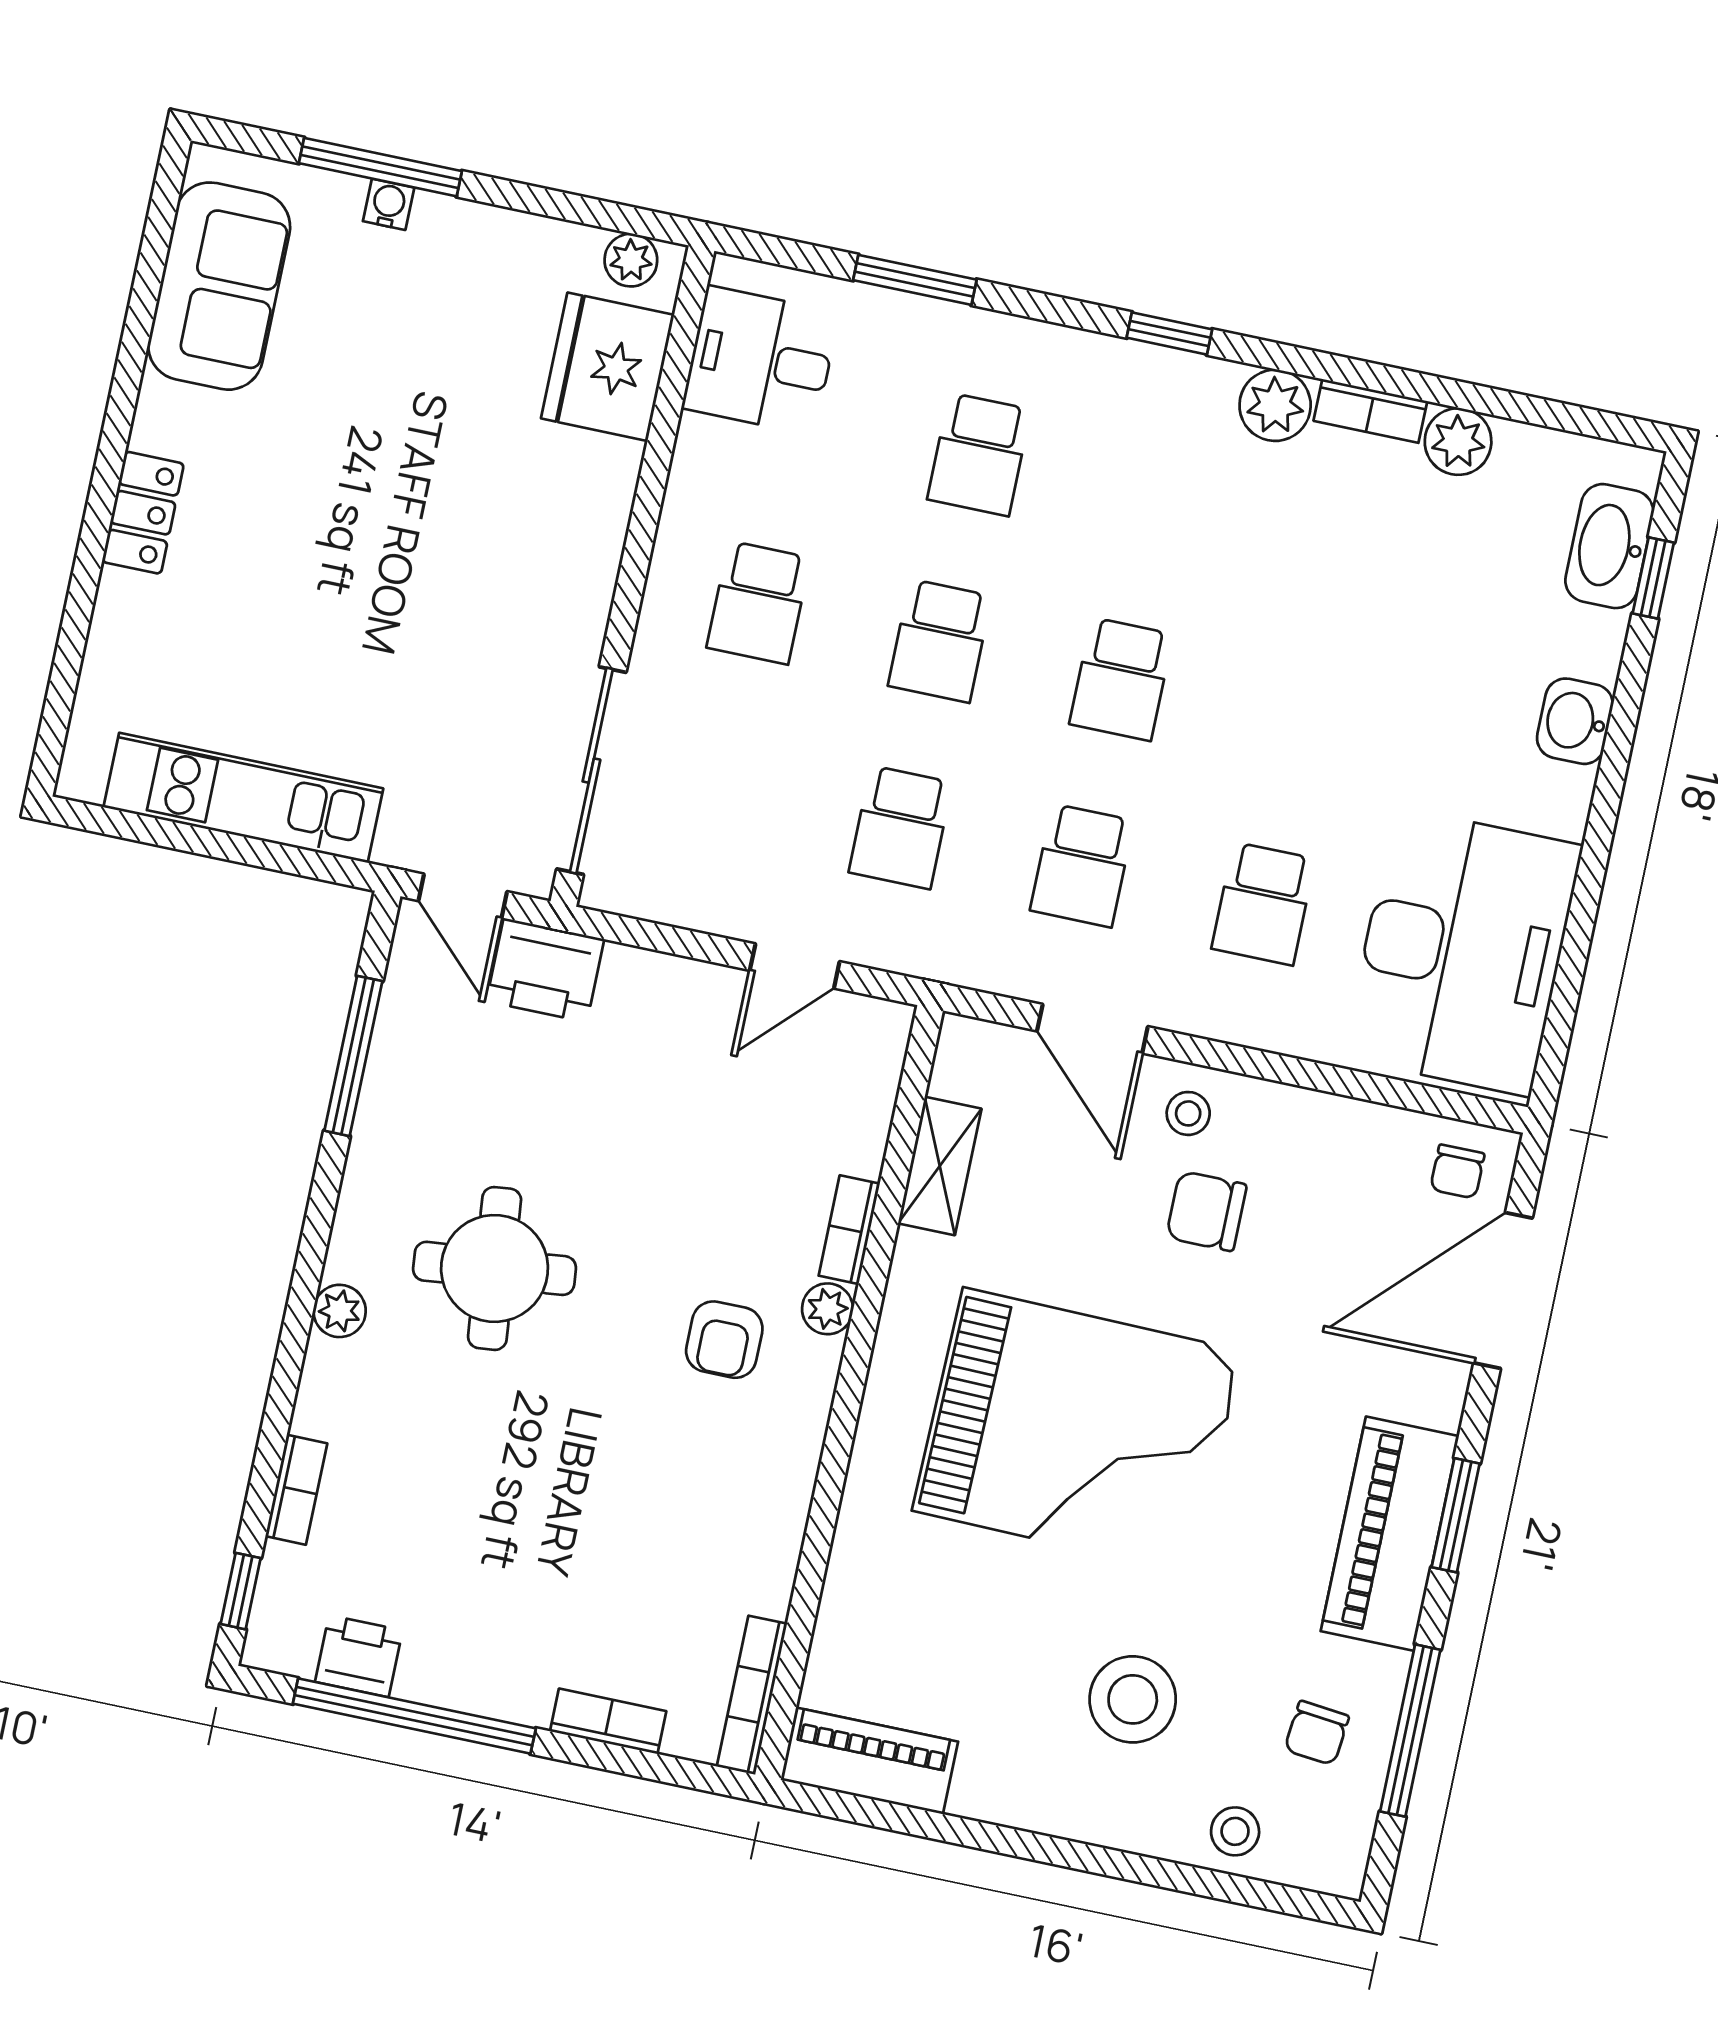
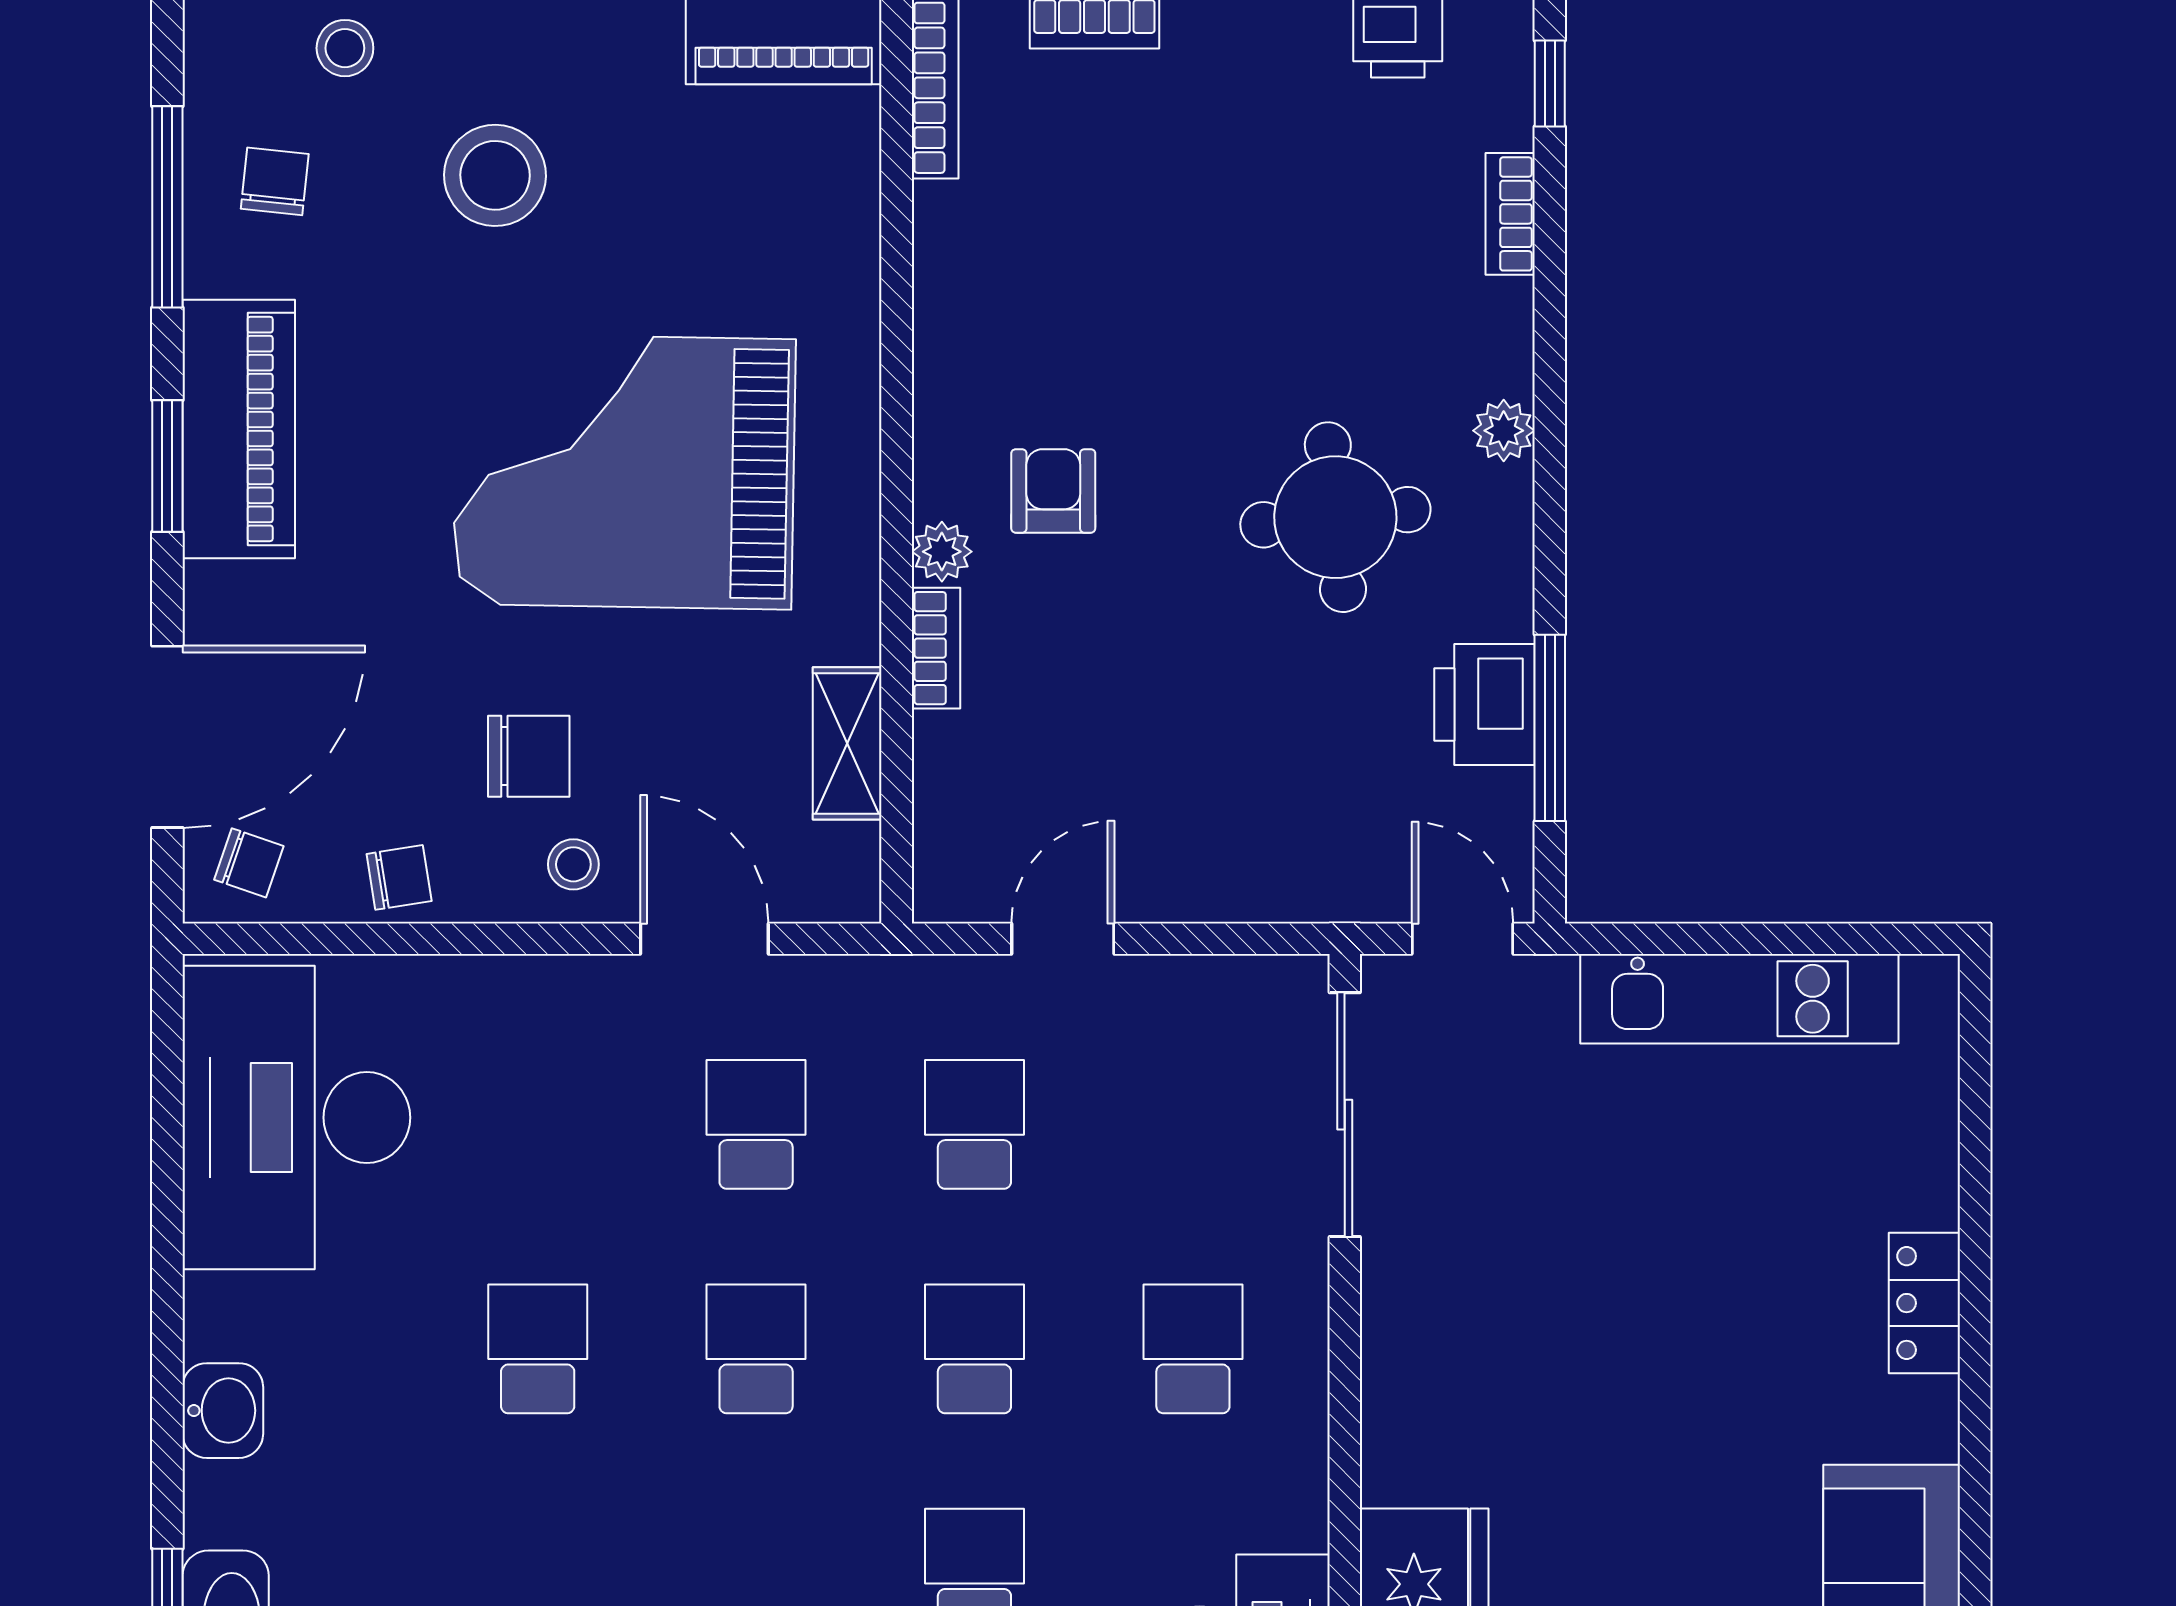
school desk: (1263, 904) -> (538, 1349), moved
printer: (545, 970) -> (1484, 705), moved, turned -90
chair: (1335, 1133) -> (399, 877), added
chair: (1457, 1171) -> (249, 863), turned 109

